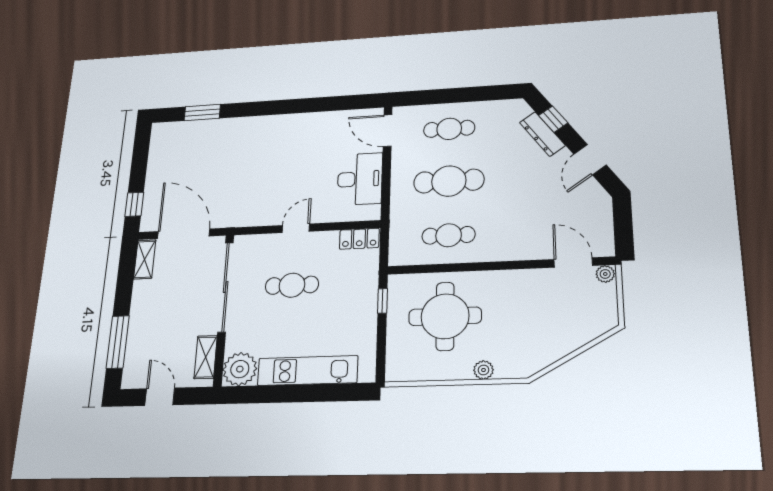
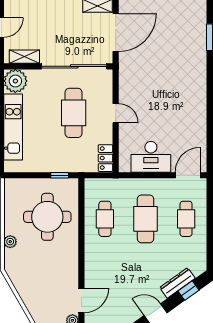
cafe table: (292, 285) -> (74, 113), width x1.37, depth x1.35

